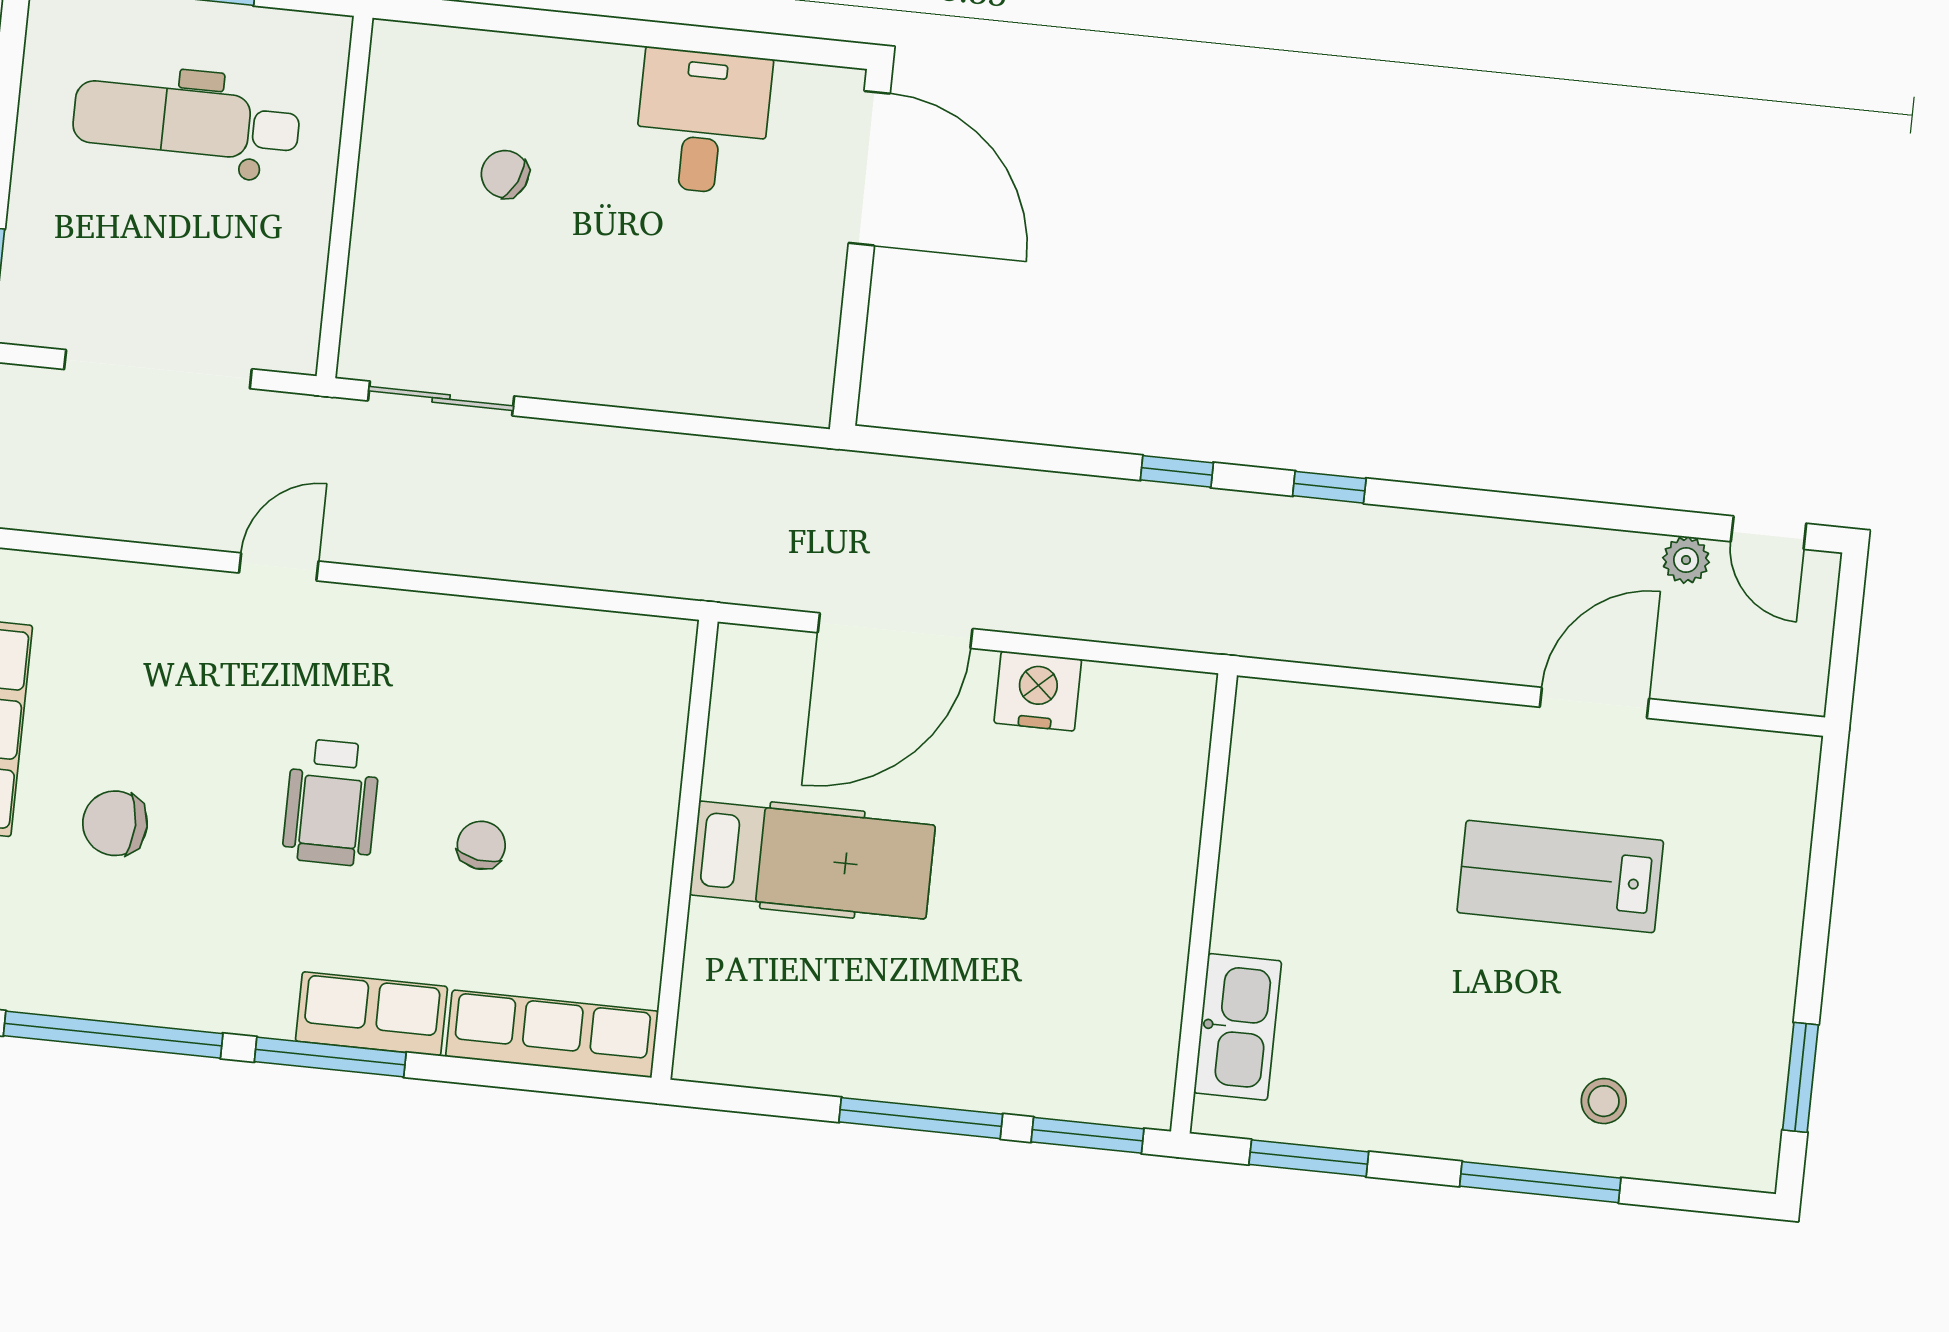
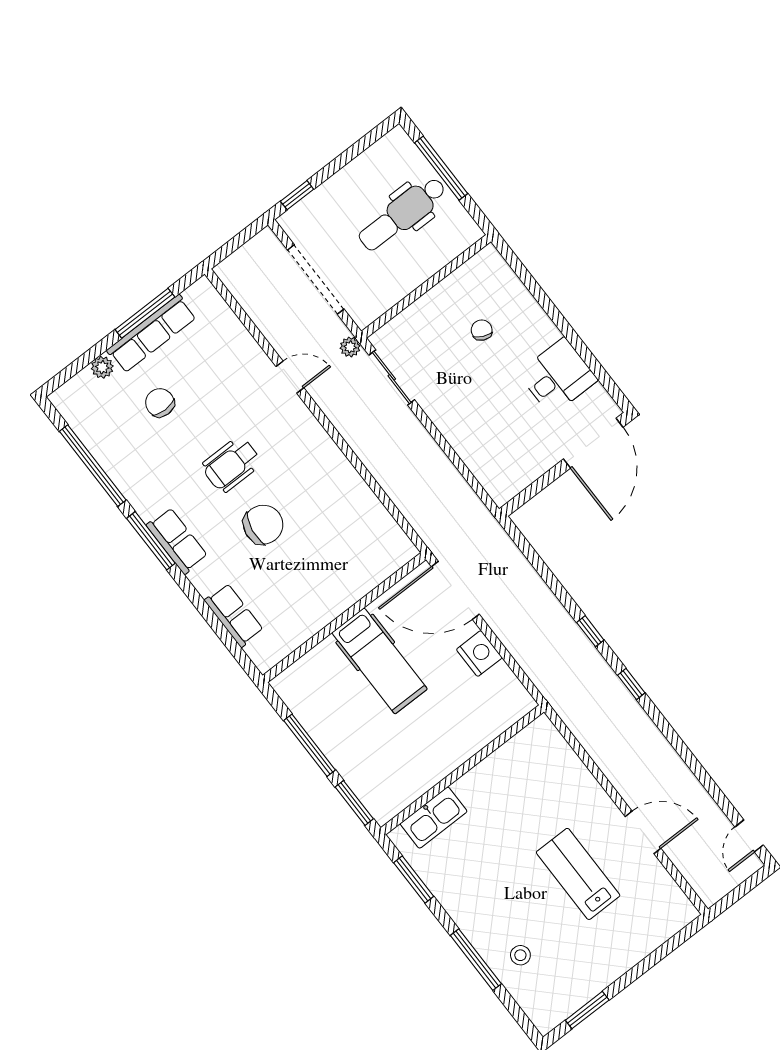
dental chair: (186, 121) -> (402, 214), turned -90
plant: (1686, 560) -> (350, 347), moved
chair: (481, 845) -> (263, 525), width x1.87, depth x1.87
wall: (685, 850) -> (344, 618), moved
hospital bed: (812, 860) -> (379, 661), moved
row of seats: (552, 1034) -> (234, 615), width x0.68

